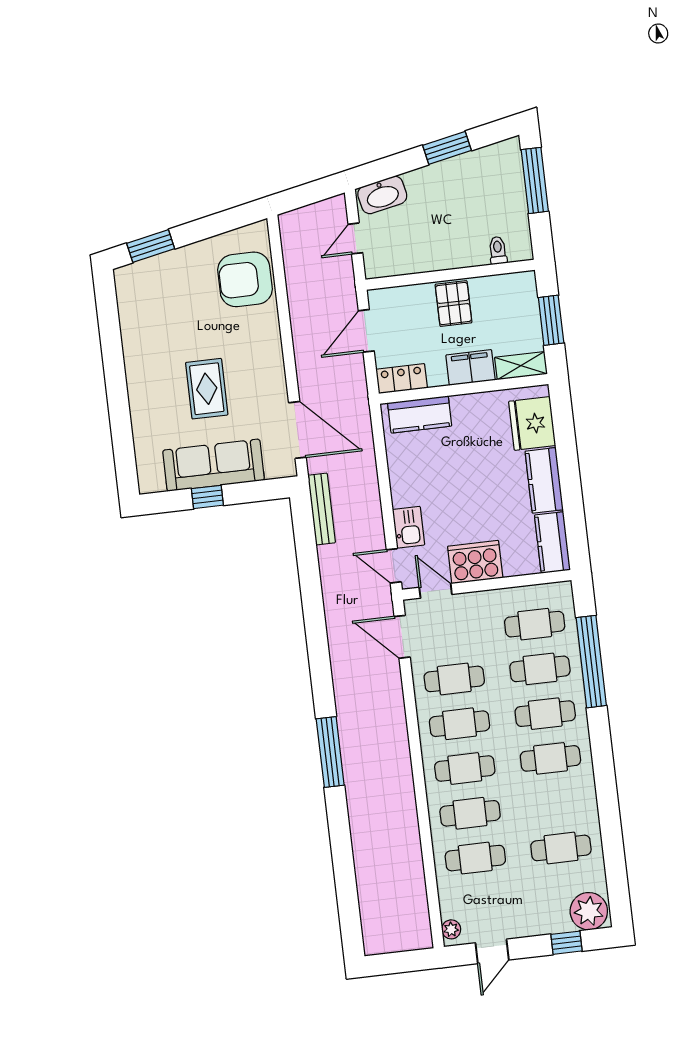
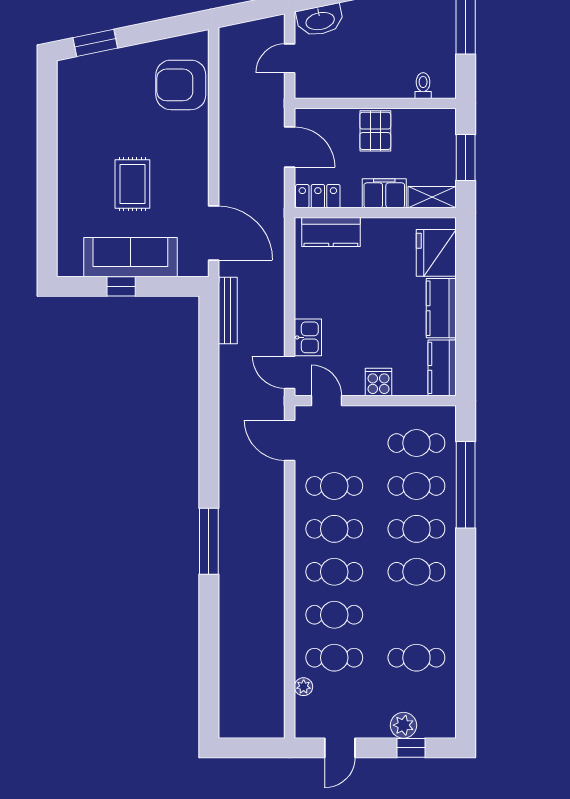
door: (366, 331) -> (290, 147), swing flipped
cooker: (475, 562) -> (378, 382), width x0.53, depth x0.76
plant: (589, 911) -> (403, 725), moved, width x0.73, depth x0.73
plant: (451, 929) -> (304, 687), moved

